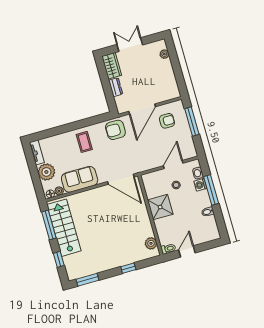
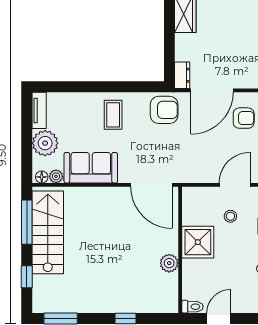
dresser: (116, 87) -> (182, 75), moved
armchair: (115, 130) -> (164, 110), turned 180
plant: (151, 243) -> (169, 263), moved

